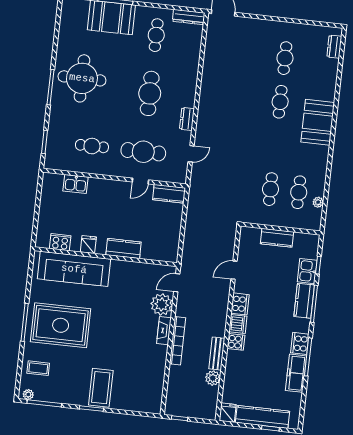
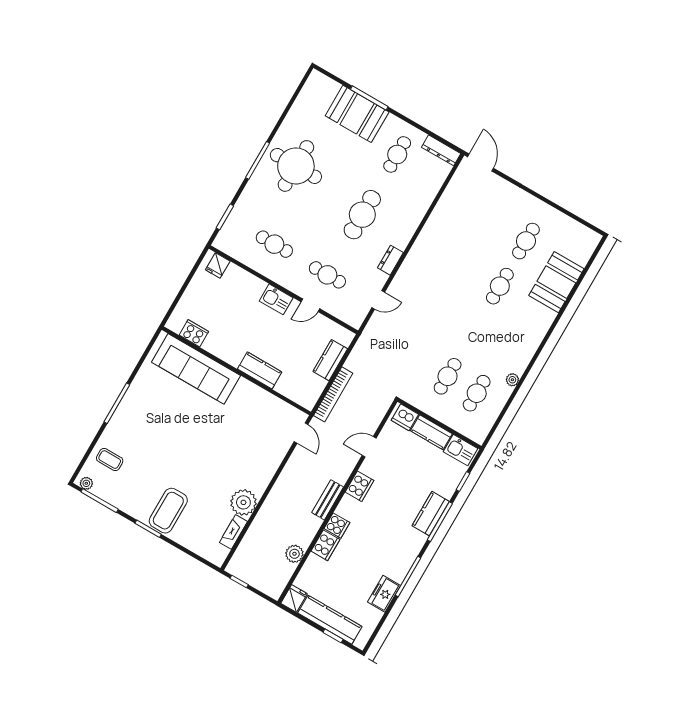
dresser: (334, 47) -> (585, 252), removed
booth: (318, 122) -> (556, 282), moved
cafe table: (143, 152) -> (327, 275), width x0.73, depth x0.74
kitchen sink: (76, 184) -> (276, 299), moved
kitchen counter: (169, 194) -> (330, 360), moved, turned 90
plant: (318, 202) -> (512, 380), moved
fridge: (88, 245) -> (218, 266), moved, turned 180
kitchen sink: (307, 271) -> (460, 450), moved, turned -90
door: (177, 283) -> (301, 433), swing flipped
plant: (162, 304) -> (243, 502), moved
dishwasher: (238, 324) -> (405, 417), moved, turned 90
rug: (61, 325) -> (155, 424), removed
fireplace: (164, 331) -> (233, 532), moved
bookcase: (177, 341) -> (333, 394), moved
cooker: (300, 343) -> (325, 545), moved, turned 180
bench: (217, 354) -> (328, 500), moved
freezer: (296, 373) -> (384, 594), width x0.71

